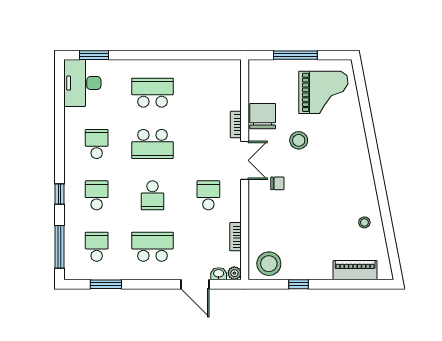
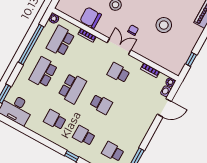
window: (181, 55) -> (31, 44), added
plant: (234, 67) -> (54, 18), added
double door: (245, 160) -> (119, 46), moved
school desk: (153, 247) -> (61, 41), moved
stool: (269, 264) -> (164, 25), moved
window: (298, 284) -> (191, 59), moved

